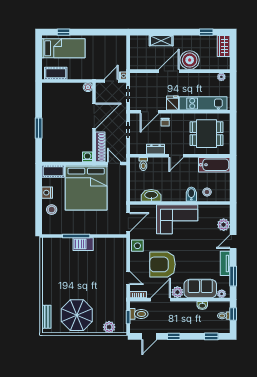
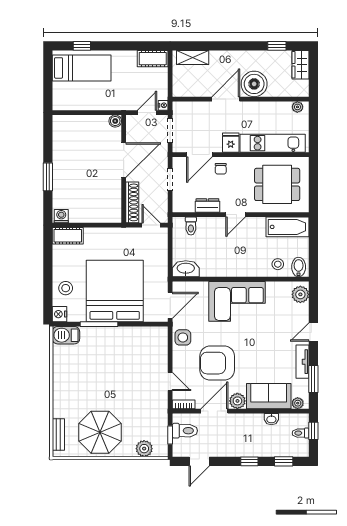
shelving: (161, 41) -> (193, 58), moved
cot: (56, 73) -> (153, 59), moved
washing machine: (87, 157) -> (61, 216), moved
bed: (86, 188) -> (115, 291), moved, turned 180
nightstand: (47, 193) -> (60, 314), moved
bidet: (191, 194) -> (299, 267), moved
washbasin: (151, 195) -> (186, 269), moved
plant: (224, 225) -> (300, 294), moved
barbecue: (83, 244) -> (66, 335), moved
window: (174, 336) -> (249, 461), moved

